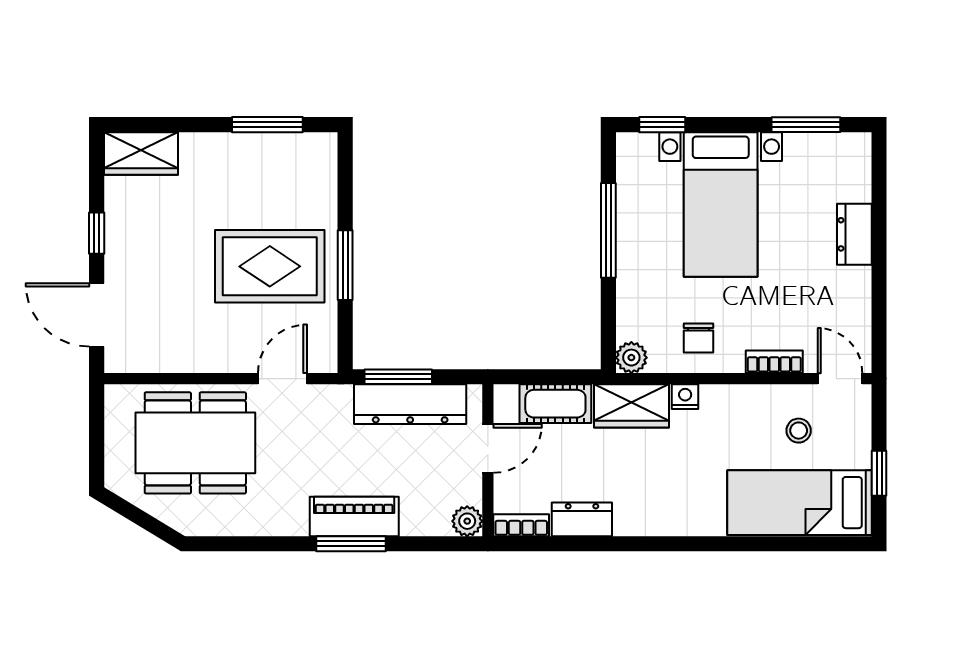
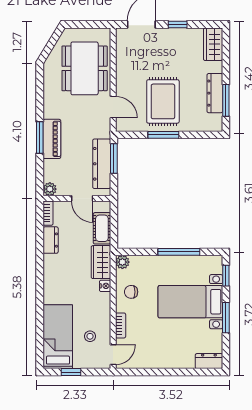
window: (806, 125) -> (226, 318), moved
dresser: (251, 149) -> (215, 93), added
dresser: (854, 234) -> (209, 361), moved

